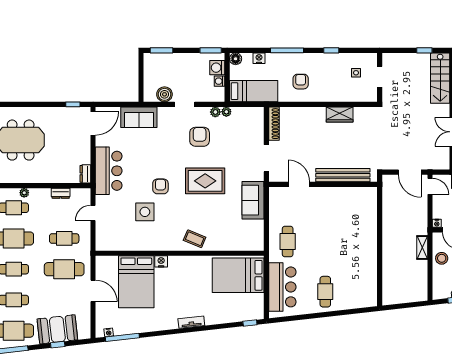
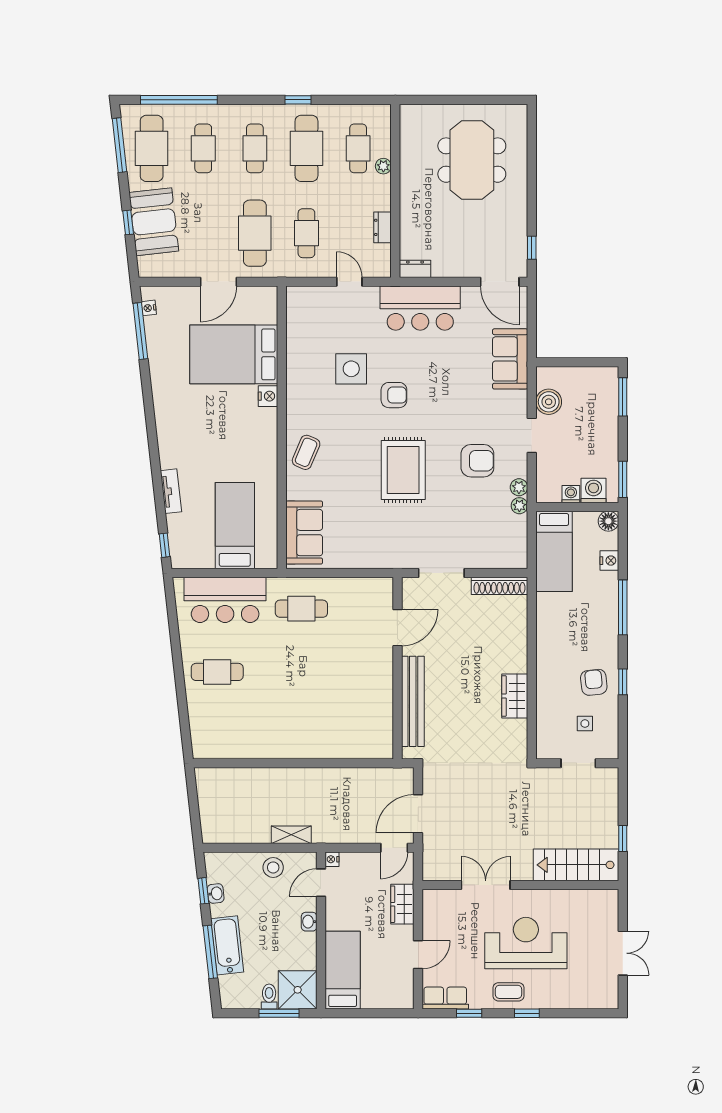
armchair: (301, 82) -> (594, 682), moved, turned -96
sofa: (253, 200) -> (304, 533), moved, turned 90
bed: (238, 275) -> (235, 526), width x0.67
tv unit: (191, 322) -> (171, 491), moved

